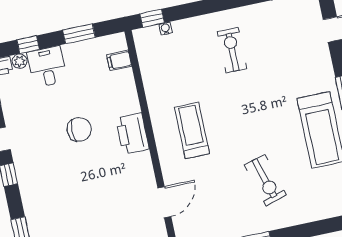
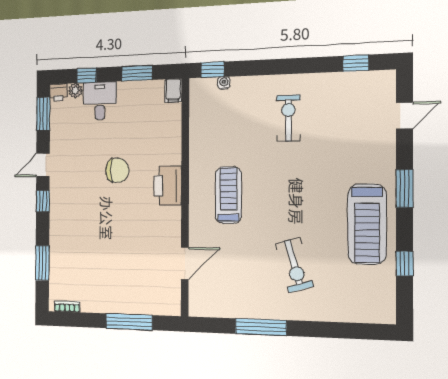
filing cabinet: (119, 60) -> (173, 91), moved, turned -90

